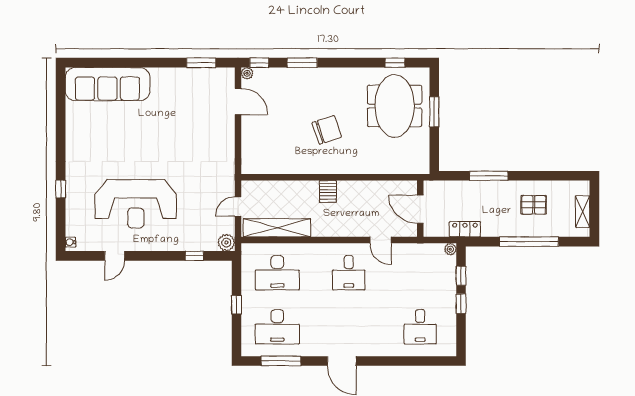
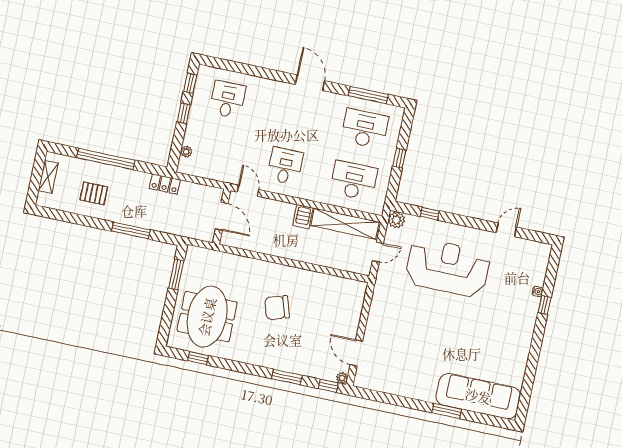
window: (201, 63) -> (447, 411), moved
window: (434, 112) -> (176, 274), moved
server rack: (328, 191) -> (303, 217), moved, turned 180
reception desk: (136, 204) -> (448, 268), moved
door: (420, 209) -> (222, 216), moved
wall: (420, 209) -> (222, 217), moved
water cooler: (70, 242) -> (538, 291), moved
plant: (450, 249) -> (186, 152), moved
window: (461, 276) -> (190, 83), moved

